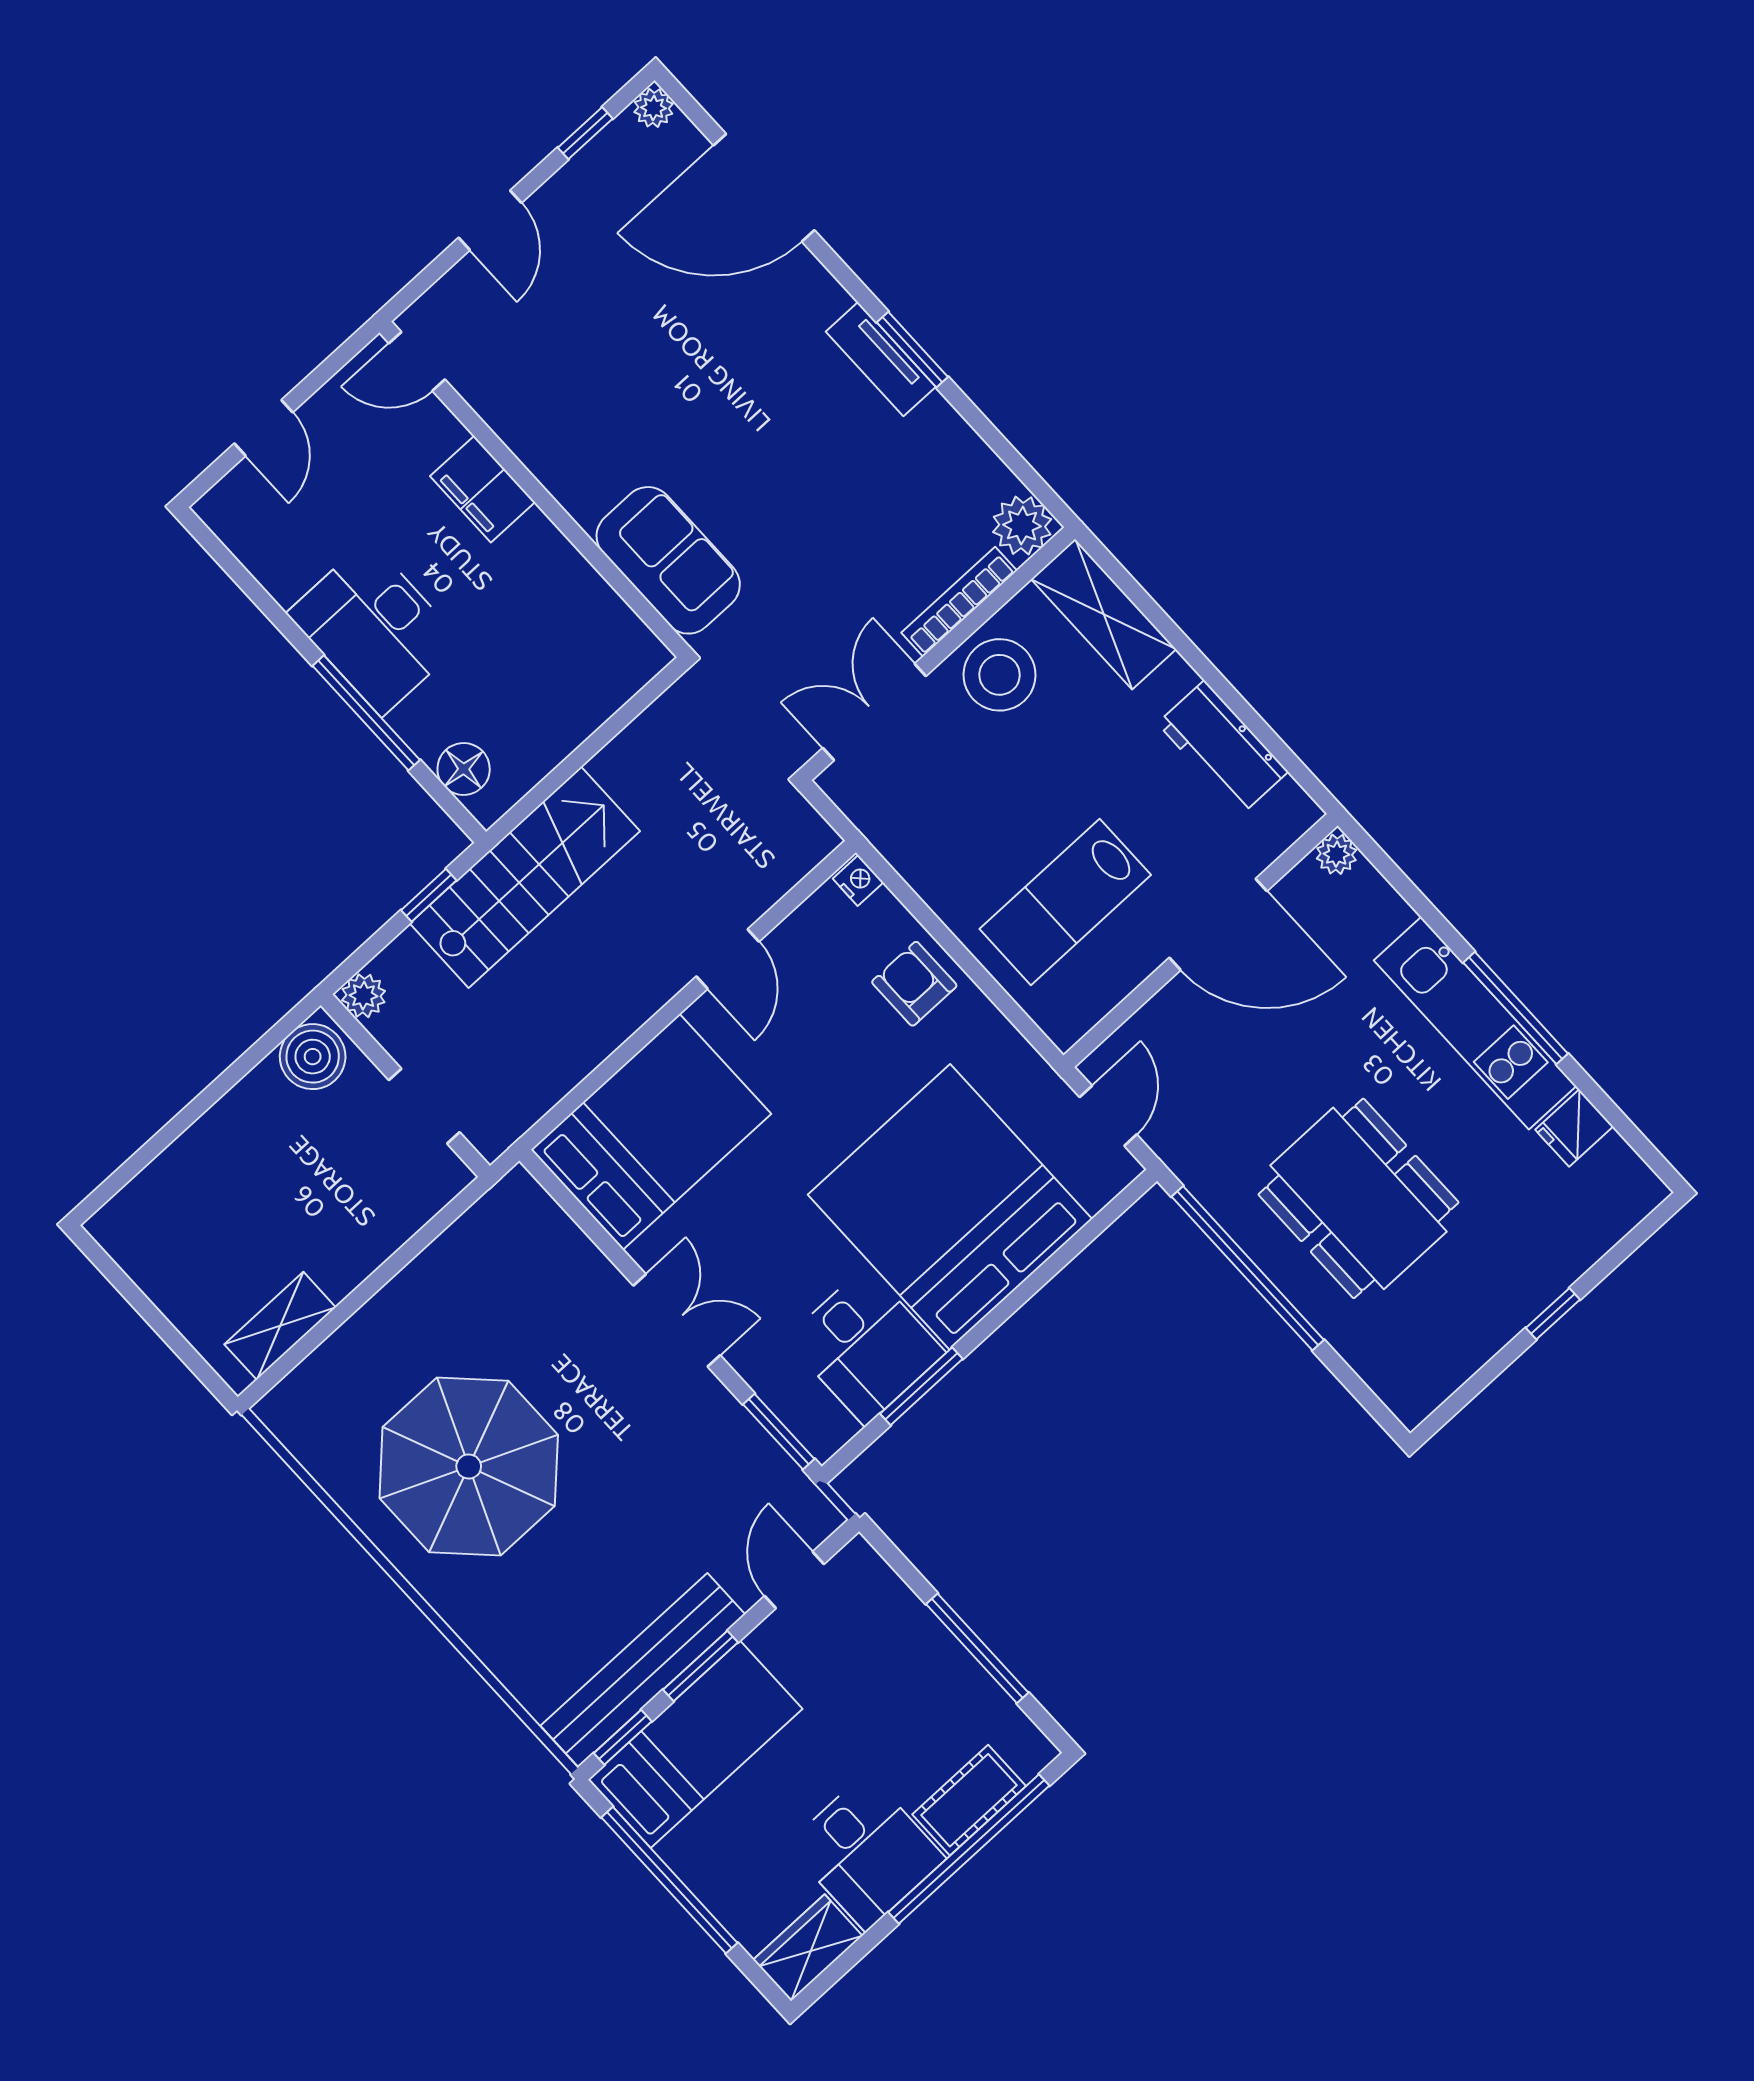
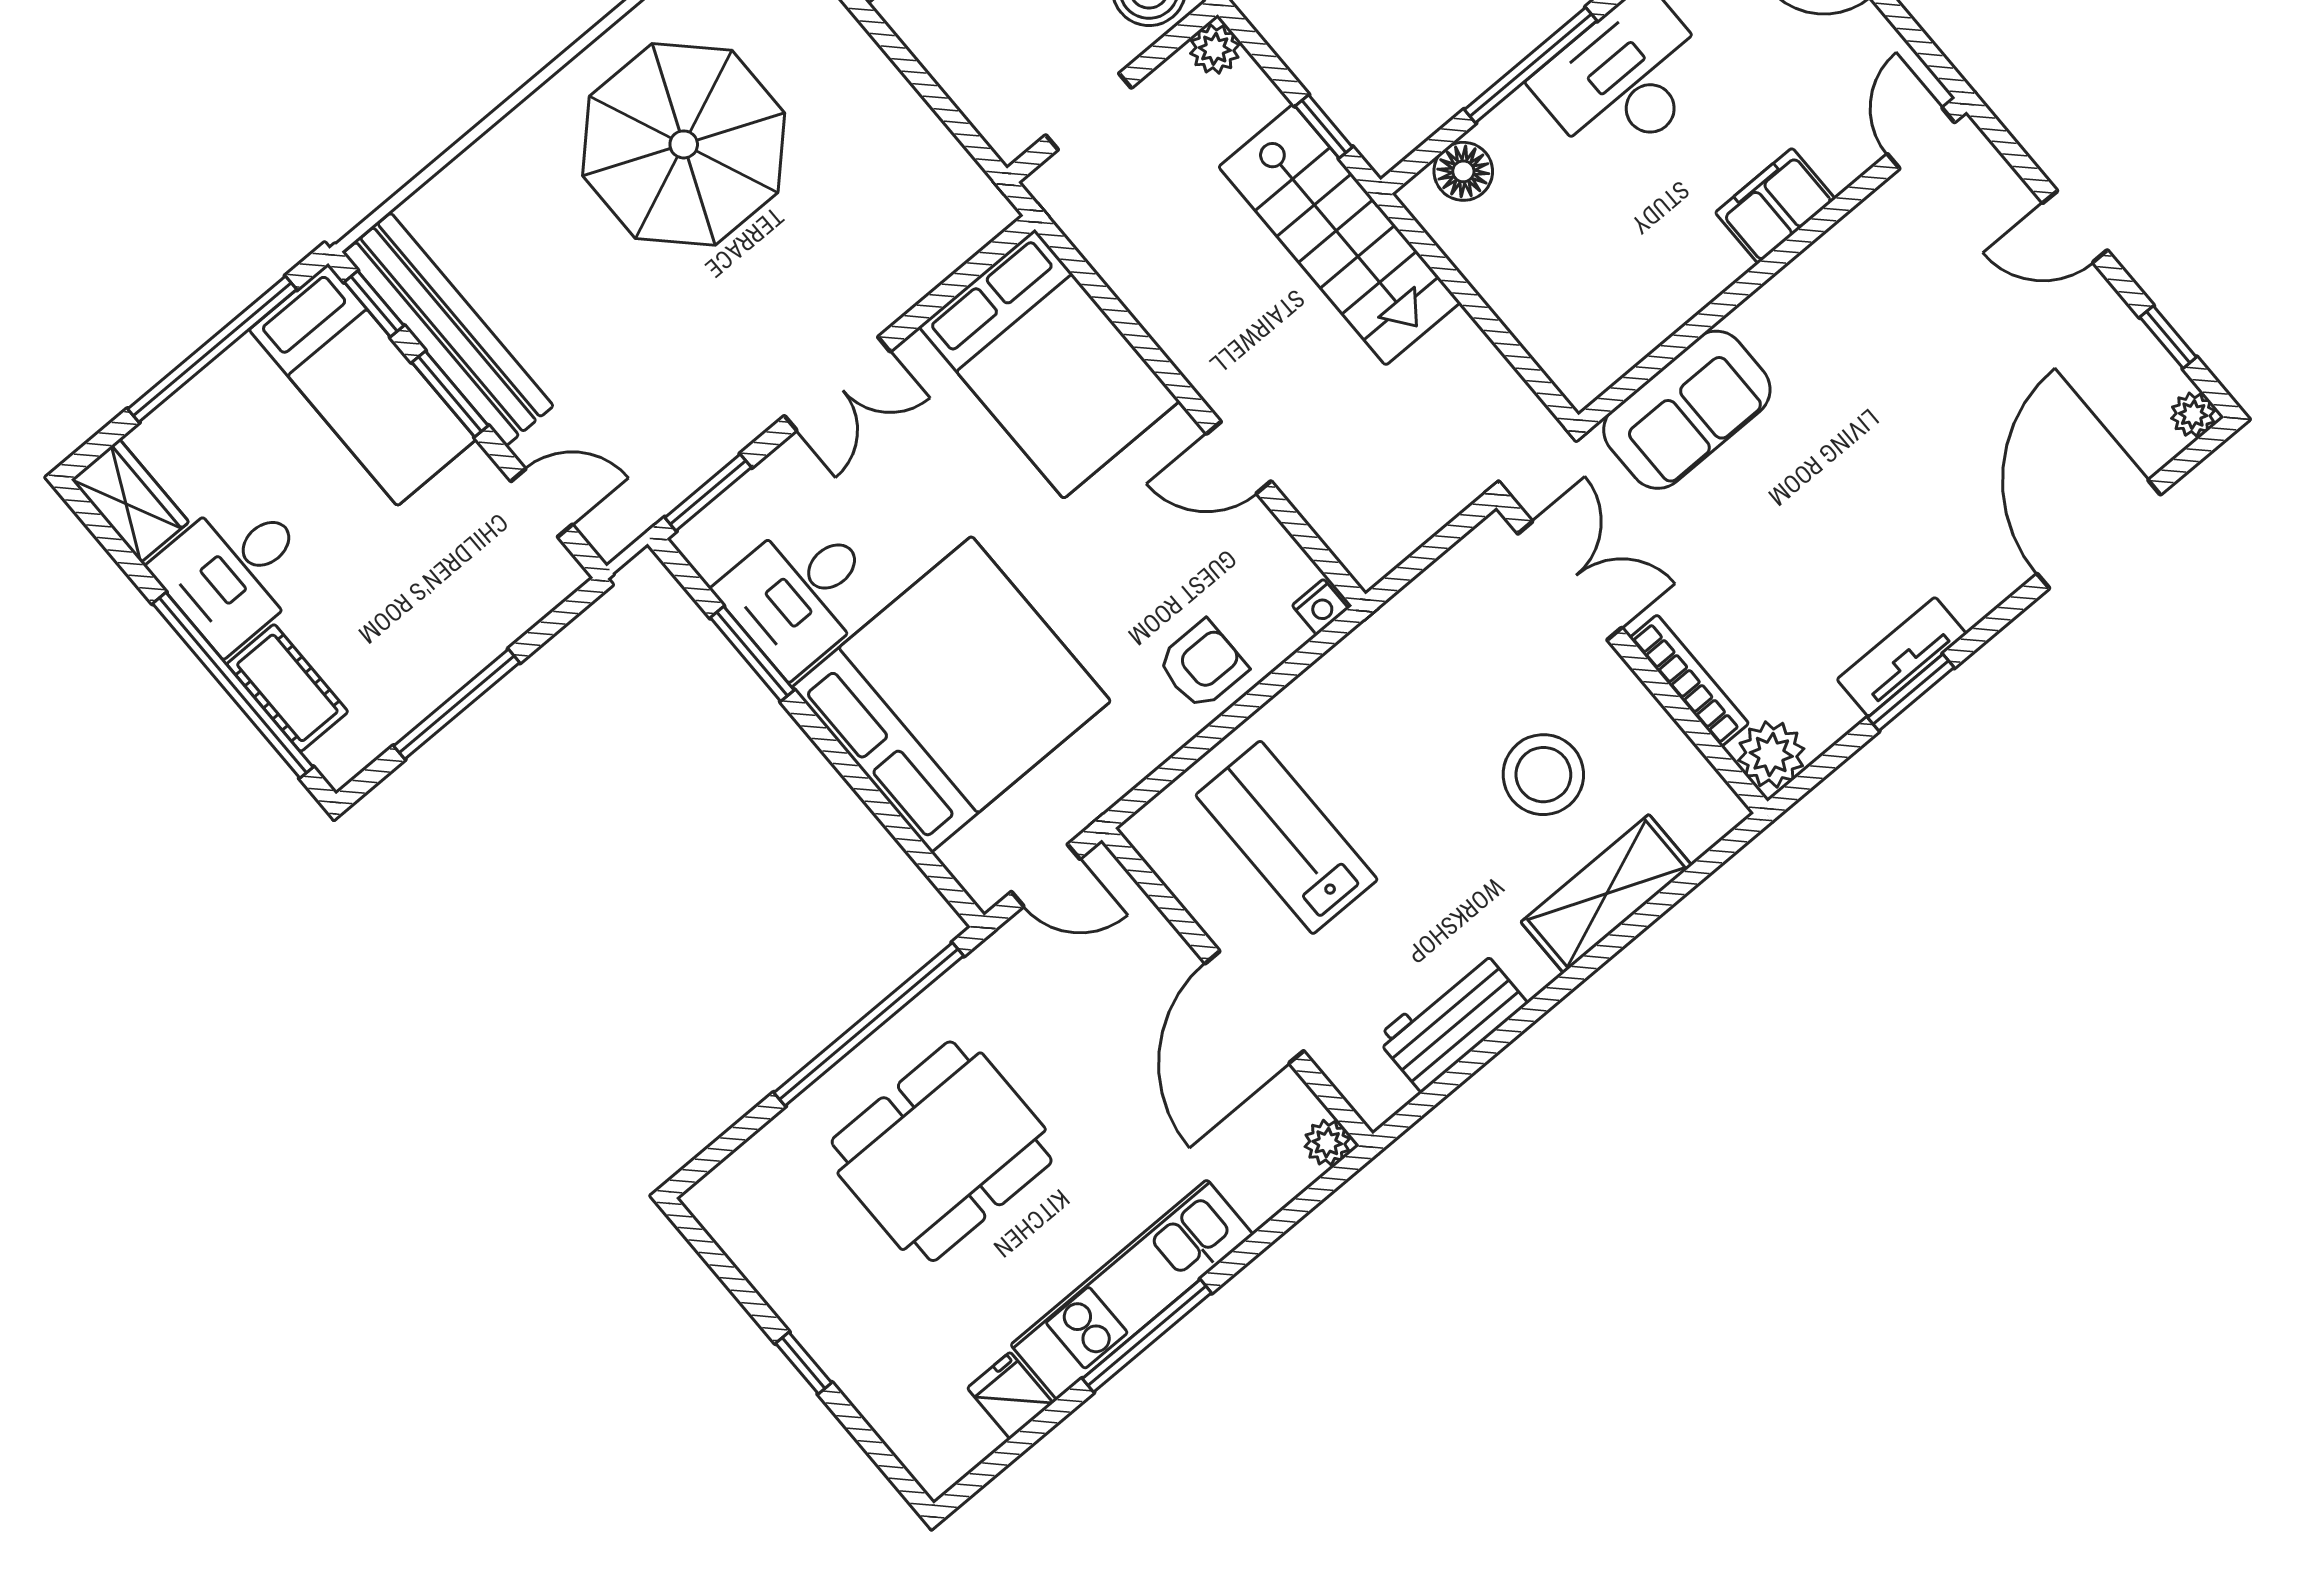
plant: (1022, 526) -> (1771, 755), moved
bookcase: (959, 602) -> (1689, 681), moved
wall: (938, 654) -> (1632, 654), moved
double door: (874, 712) -> (1570, 581), moved

